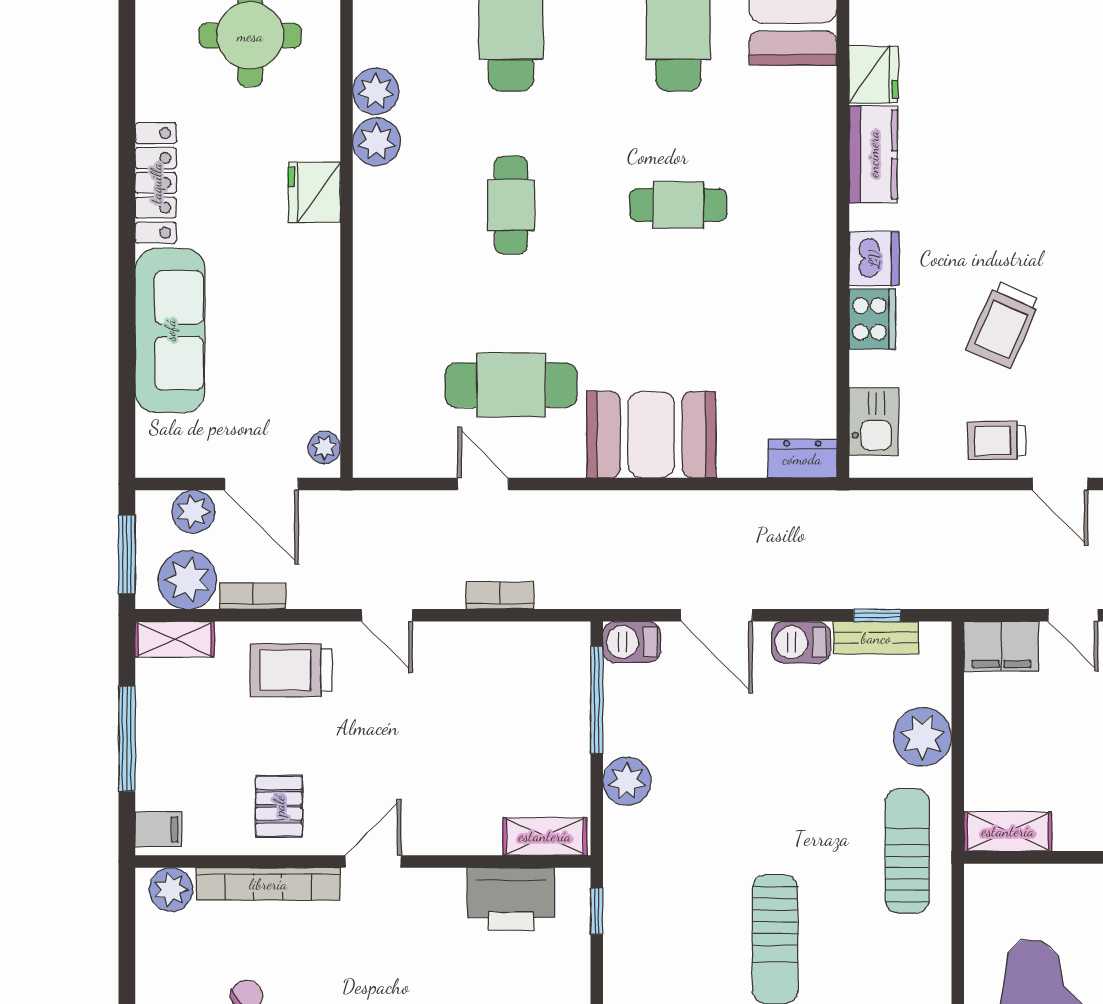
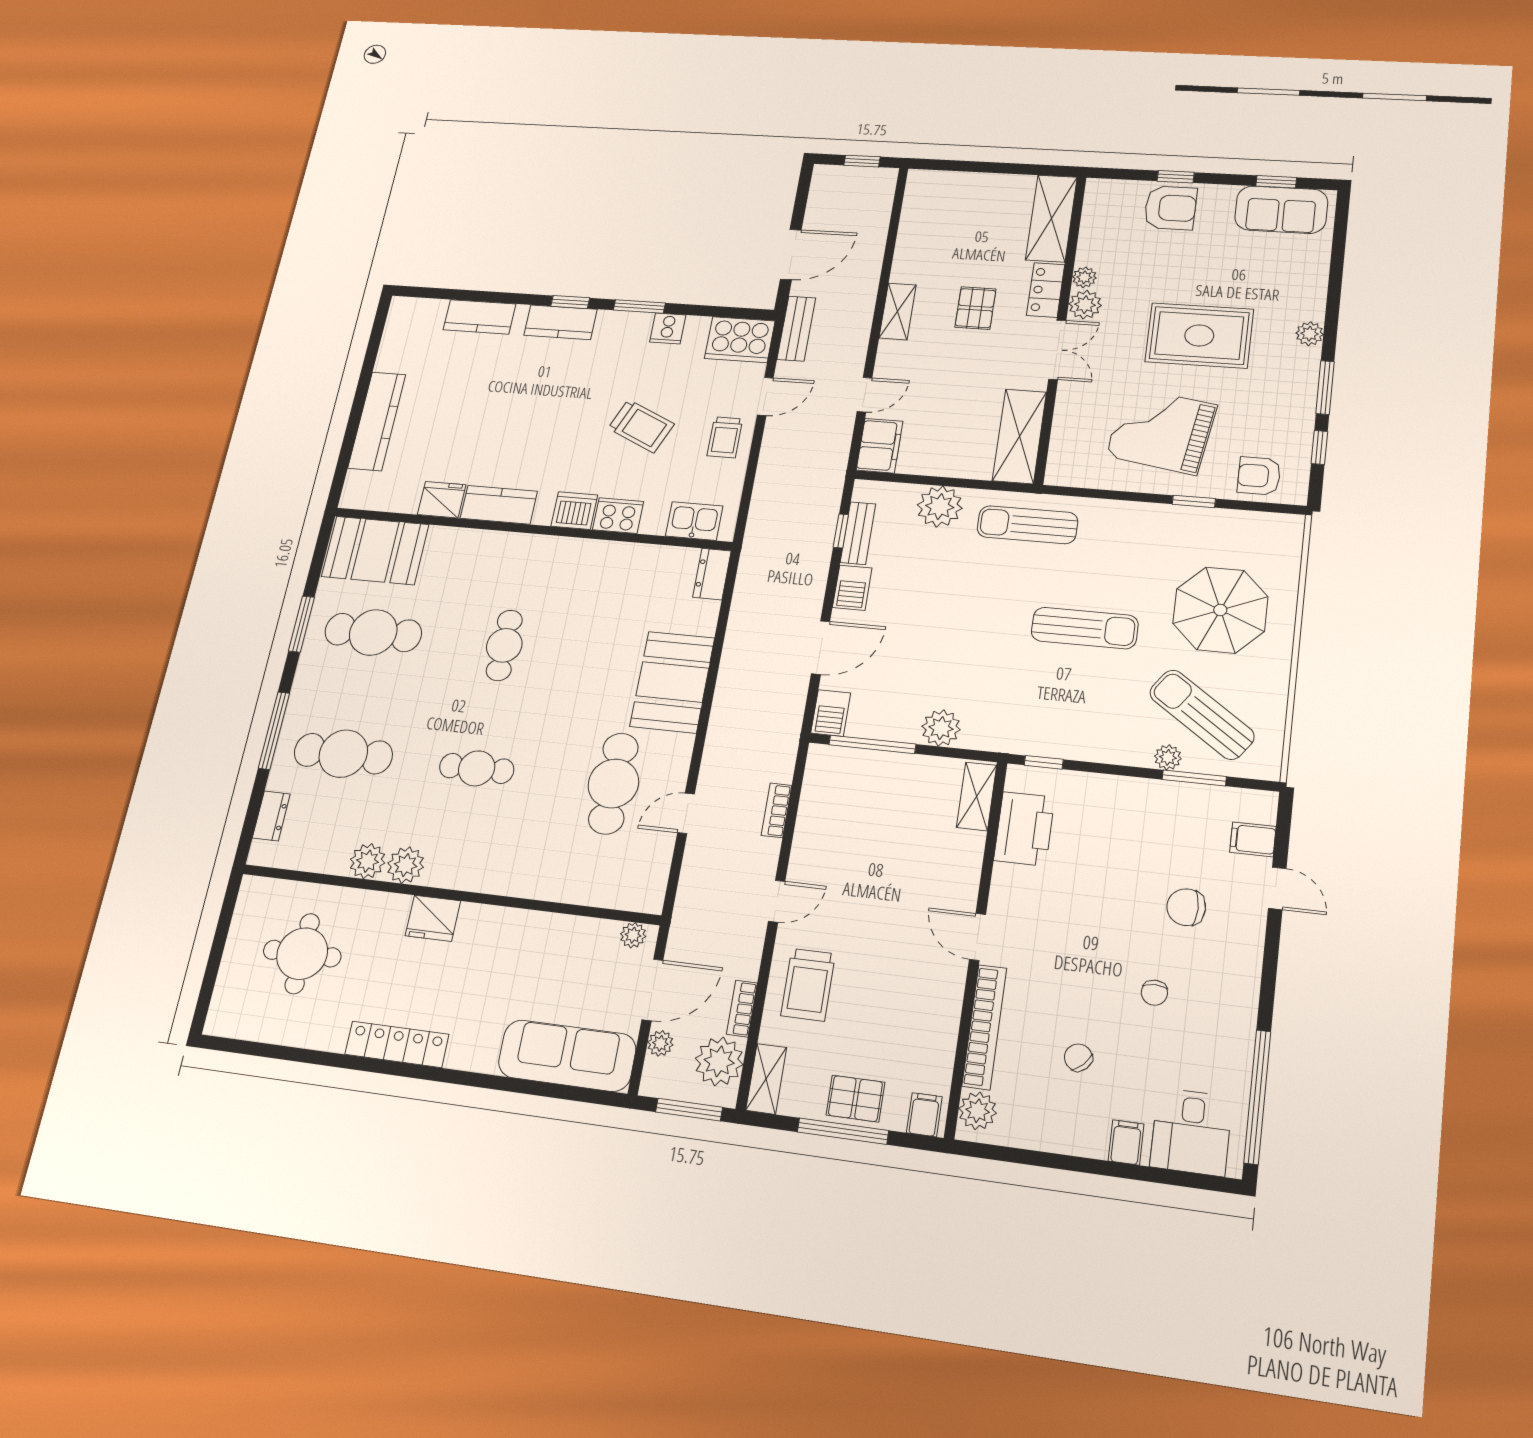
sofa: (170, 330) -> (567, 1056), moved
plant: (193, 512) -> (660, 1043), width x0.73, depth x0.73
pallet: (279, 806) -> (855, 1099), moved
shelving: (1008, 831) -> (1019, 436), width x1.50, depth x1.33

